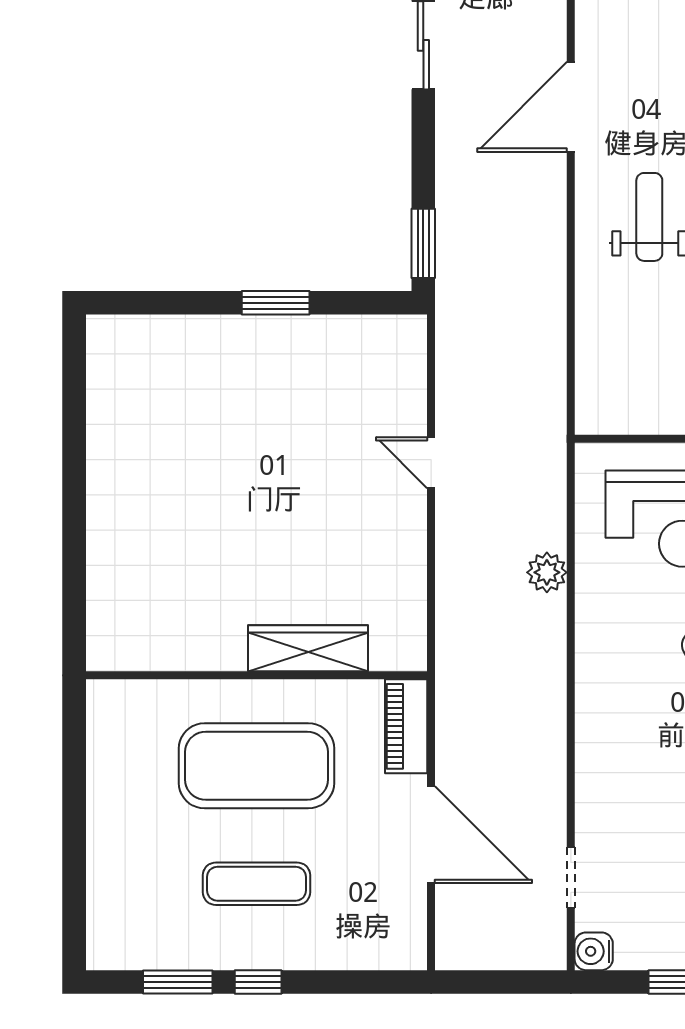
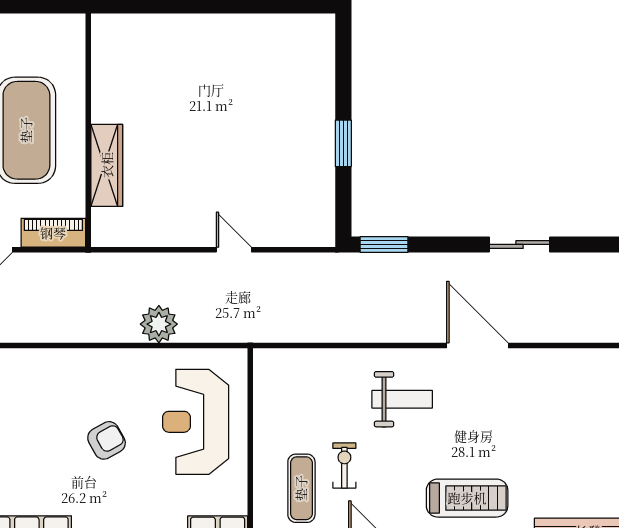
door: (431, 463) -> (234, 250), hinge flipped
plant: (547, 572) -> (159, 324), width x1.36, depth x1.36

